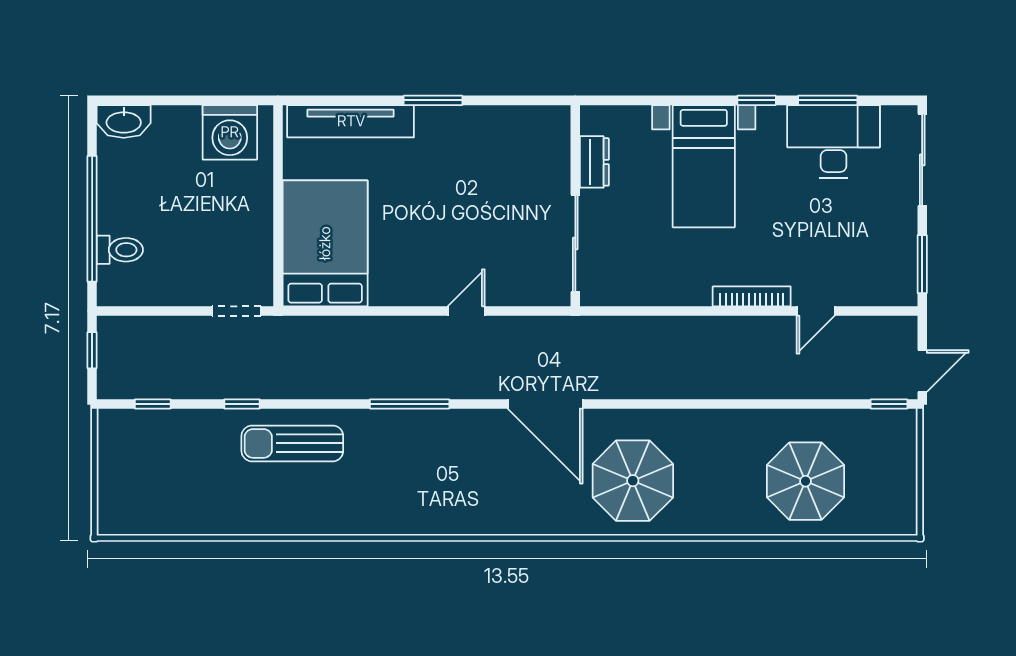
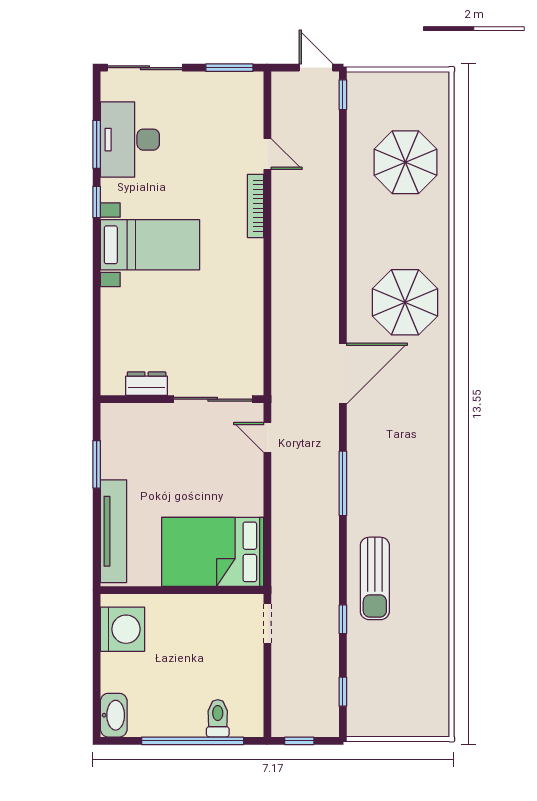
dresser: (594, 162) -> (147, 384), moved
wall: (575, 206) -> (182, 399), moved
sliding door: (575, 243) -> (213, 399), moved

